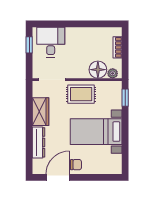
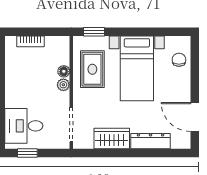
floor lamp: (98, 70) -> (64, 71), width x0.53, depth x0.53
plant: (113, 73) -> (63, 85), moved
rug: (81, 94) -> (92, 69), moved
chair: (76, 165) -> (179, 60), moved

